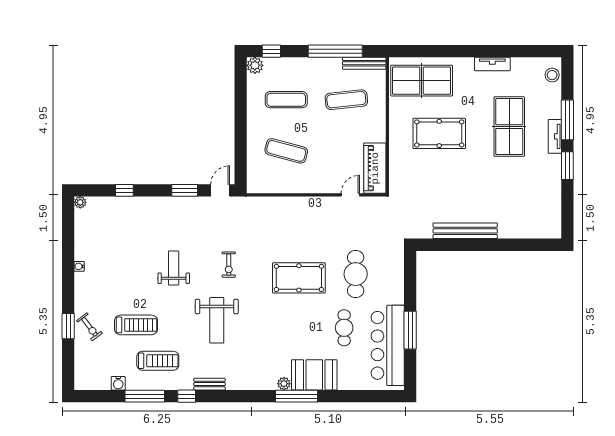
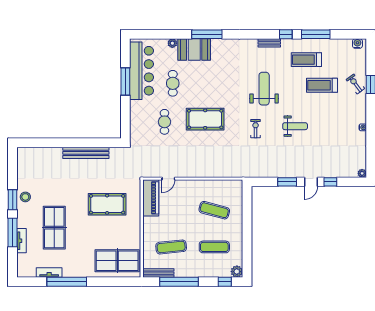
window: (492, 51) -> (67, 282), added
tv unit: (492, 64) -> (49, 273), moved
stool: (552, 75) -> (25, 197), moved
pool table: (439, 133) -> (107, 204), moved
tv unit: (555, 136) -> (22, 241), moved
door: (220, 190) -> (311, 182), moved
weight bench: (174, 268) -> (295, 126), turned -90
cafe table: (356, 274) -> (164, 122), width x0.73, depth x0.74
water cooler: (118, 383) -> (357, 44), moved
plant: (284, 384) -> (172, 43), moved

